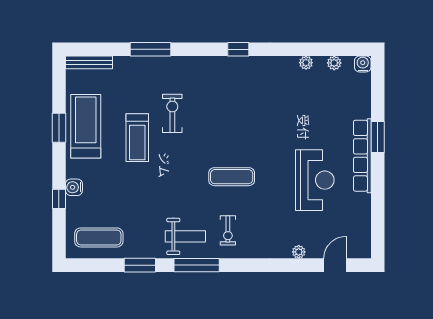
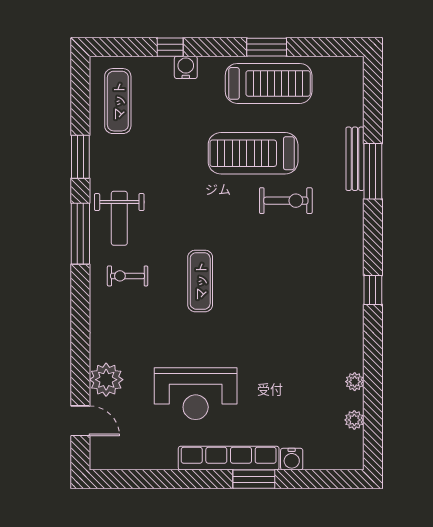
bench: (89, 62) -> (355, 159), moved
water cooler: (363, 64) -> (292, 459), moved, turned 90
treadmill: (137, 138) -> (253, 153), width x1.37, depth x1.38
plant: (299, 252) -> (106, 380), width x1.88, depth x1.88

